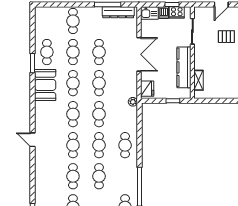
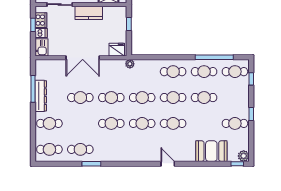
dresser: (118, 12) -> (41, 96), moved
cafe table: (73, 52) -> (49, 149), moved
double door: (139, 54) -> (83, 58), swing flipped
kitchen counter: (184, 67) -> (89, 13), width x0.67
booth: (45, 85) -> (211, 151), moved
door: (33, 140) -> (168, 164), swing flipped
cafe table: (73, 176) -> (204, 72), moved

